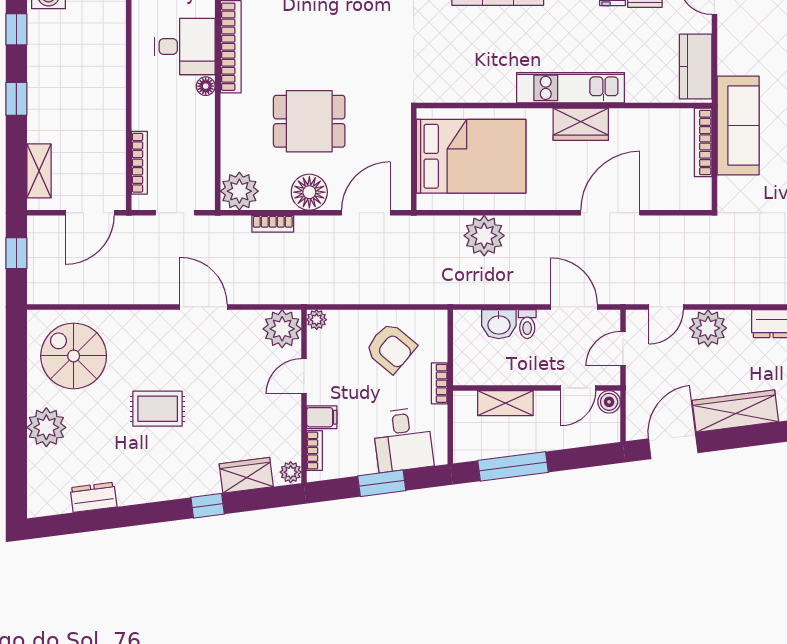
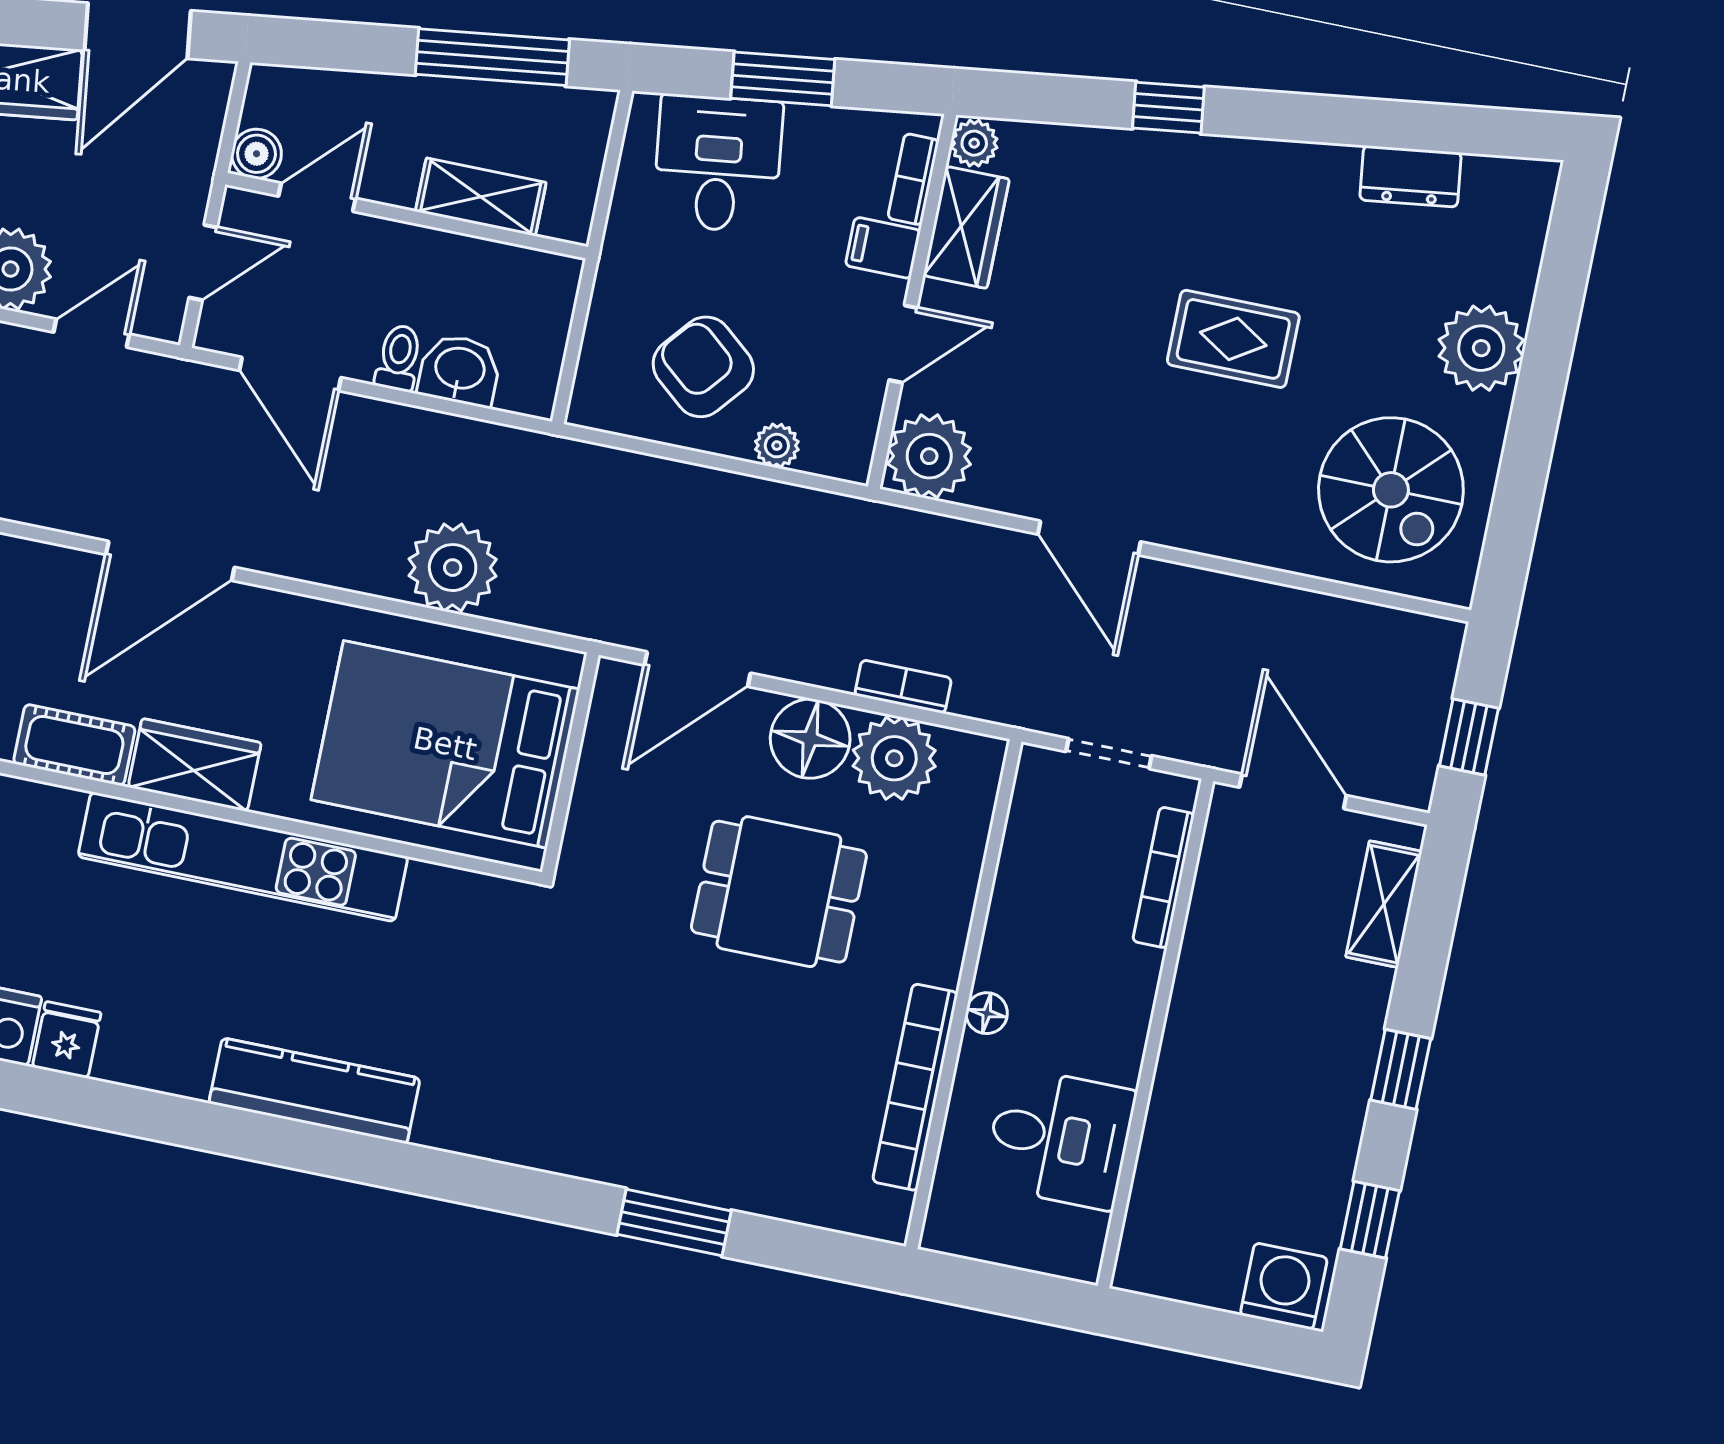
desk: (185, 46) -> (1060, 1138), moved, turned 180
kitchen unit: (571, 88) -> (243, 857), width x1.36
cot: (636, 122) -> (74, 745), added
plant: (239, 191) -> (894, 758), moved
door: (90, 213) -> (1293, 791), hinge flipped
plant: (317, 320) -> (777, 446), moved
bookcase: (440, 383) -> (614, 269), removed
wardrobe: (246, 475) -> (966, 227), moved, turned -83

